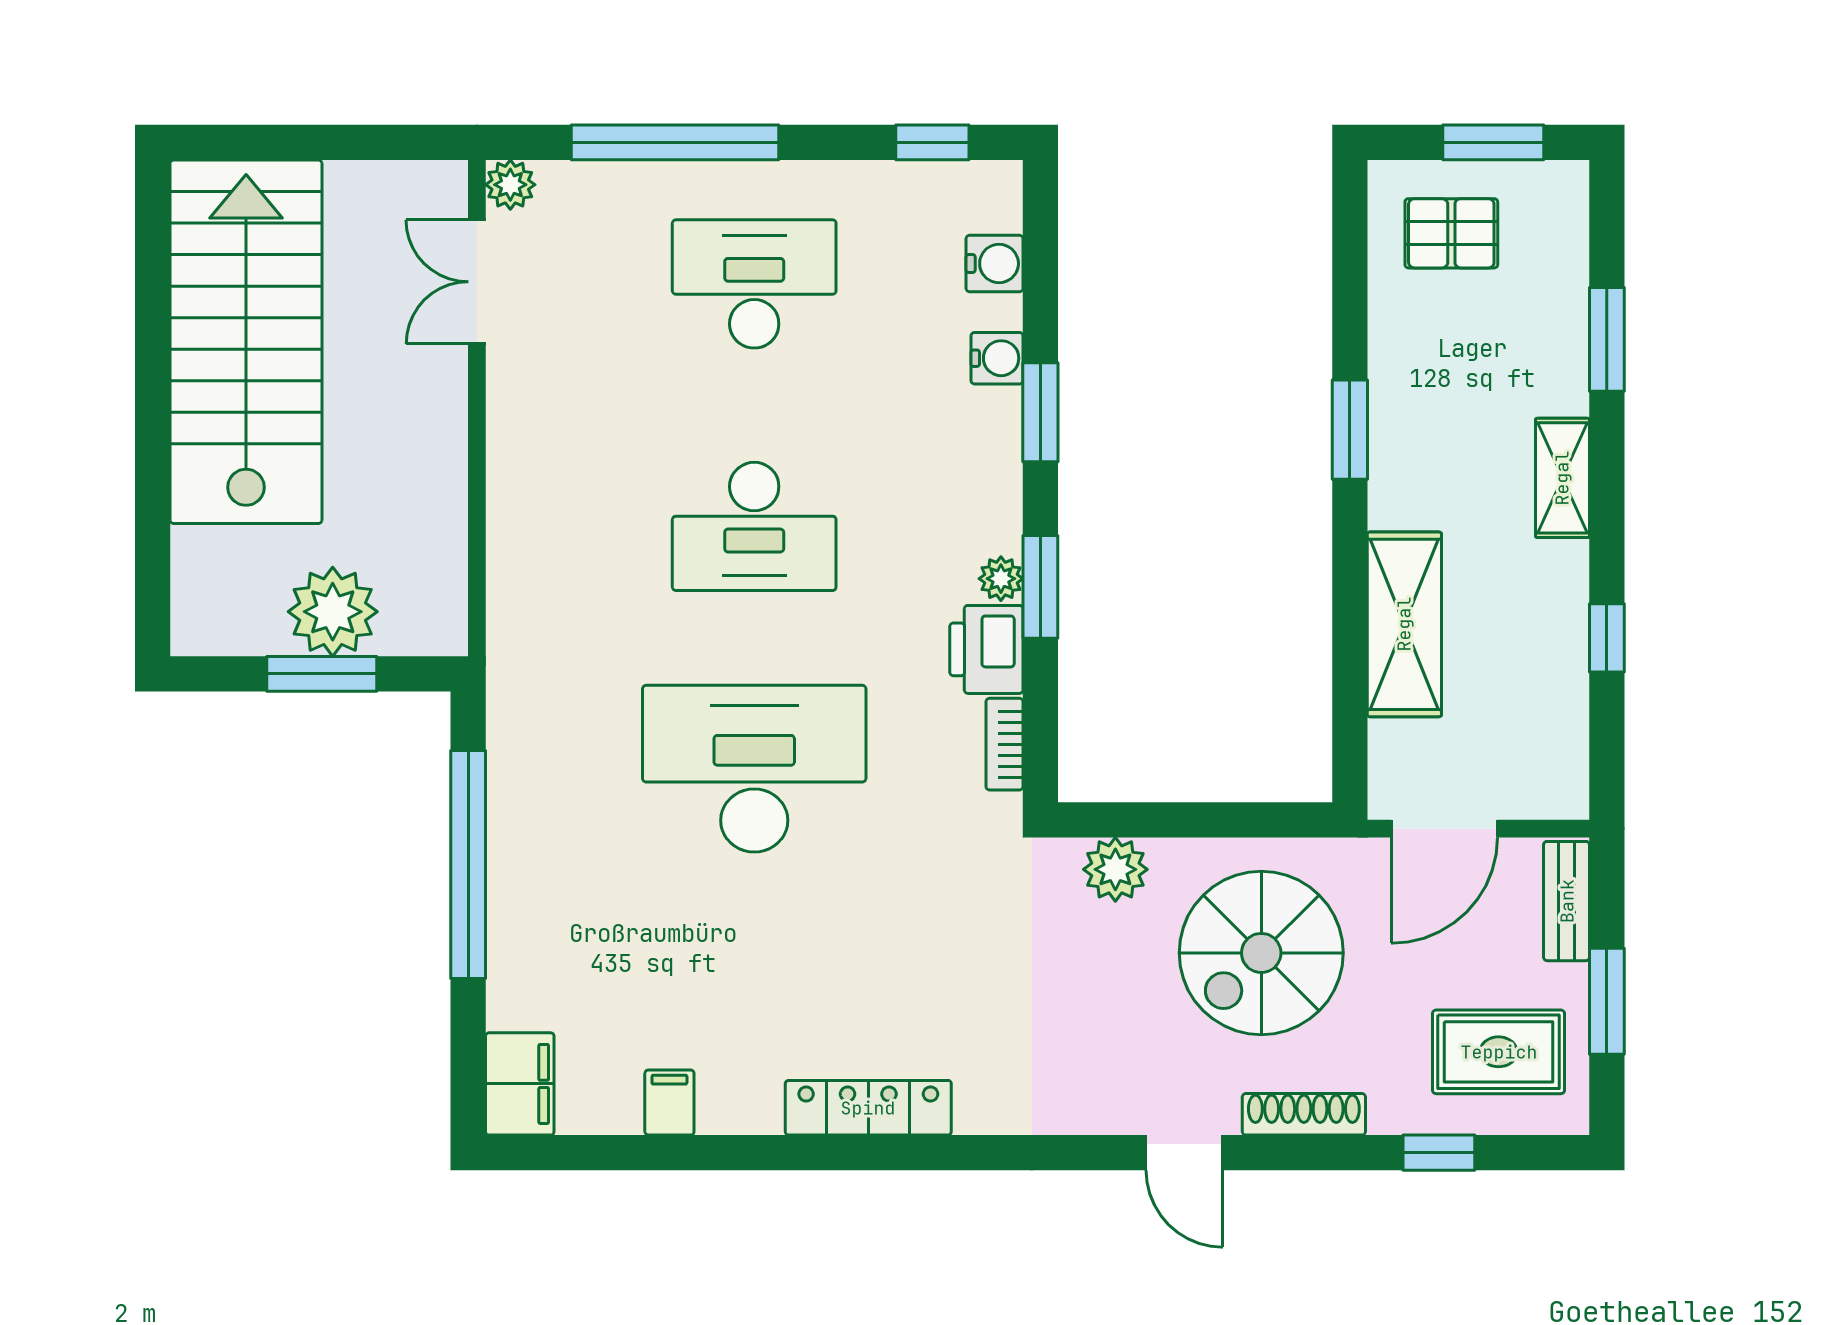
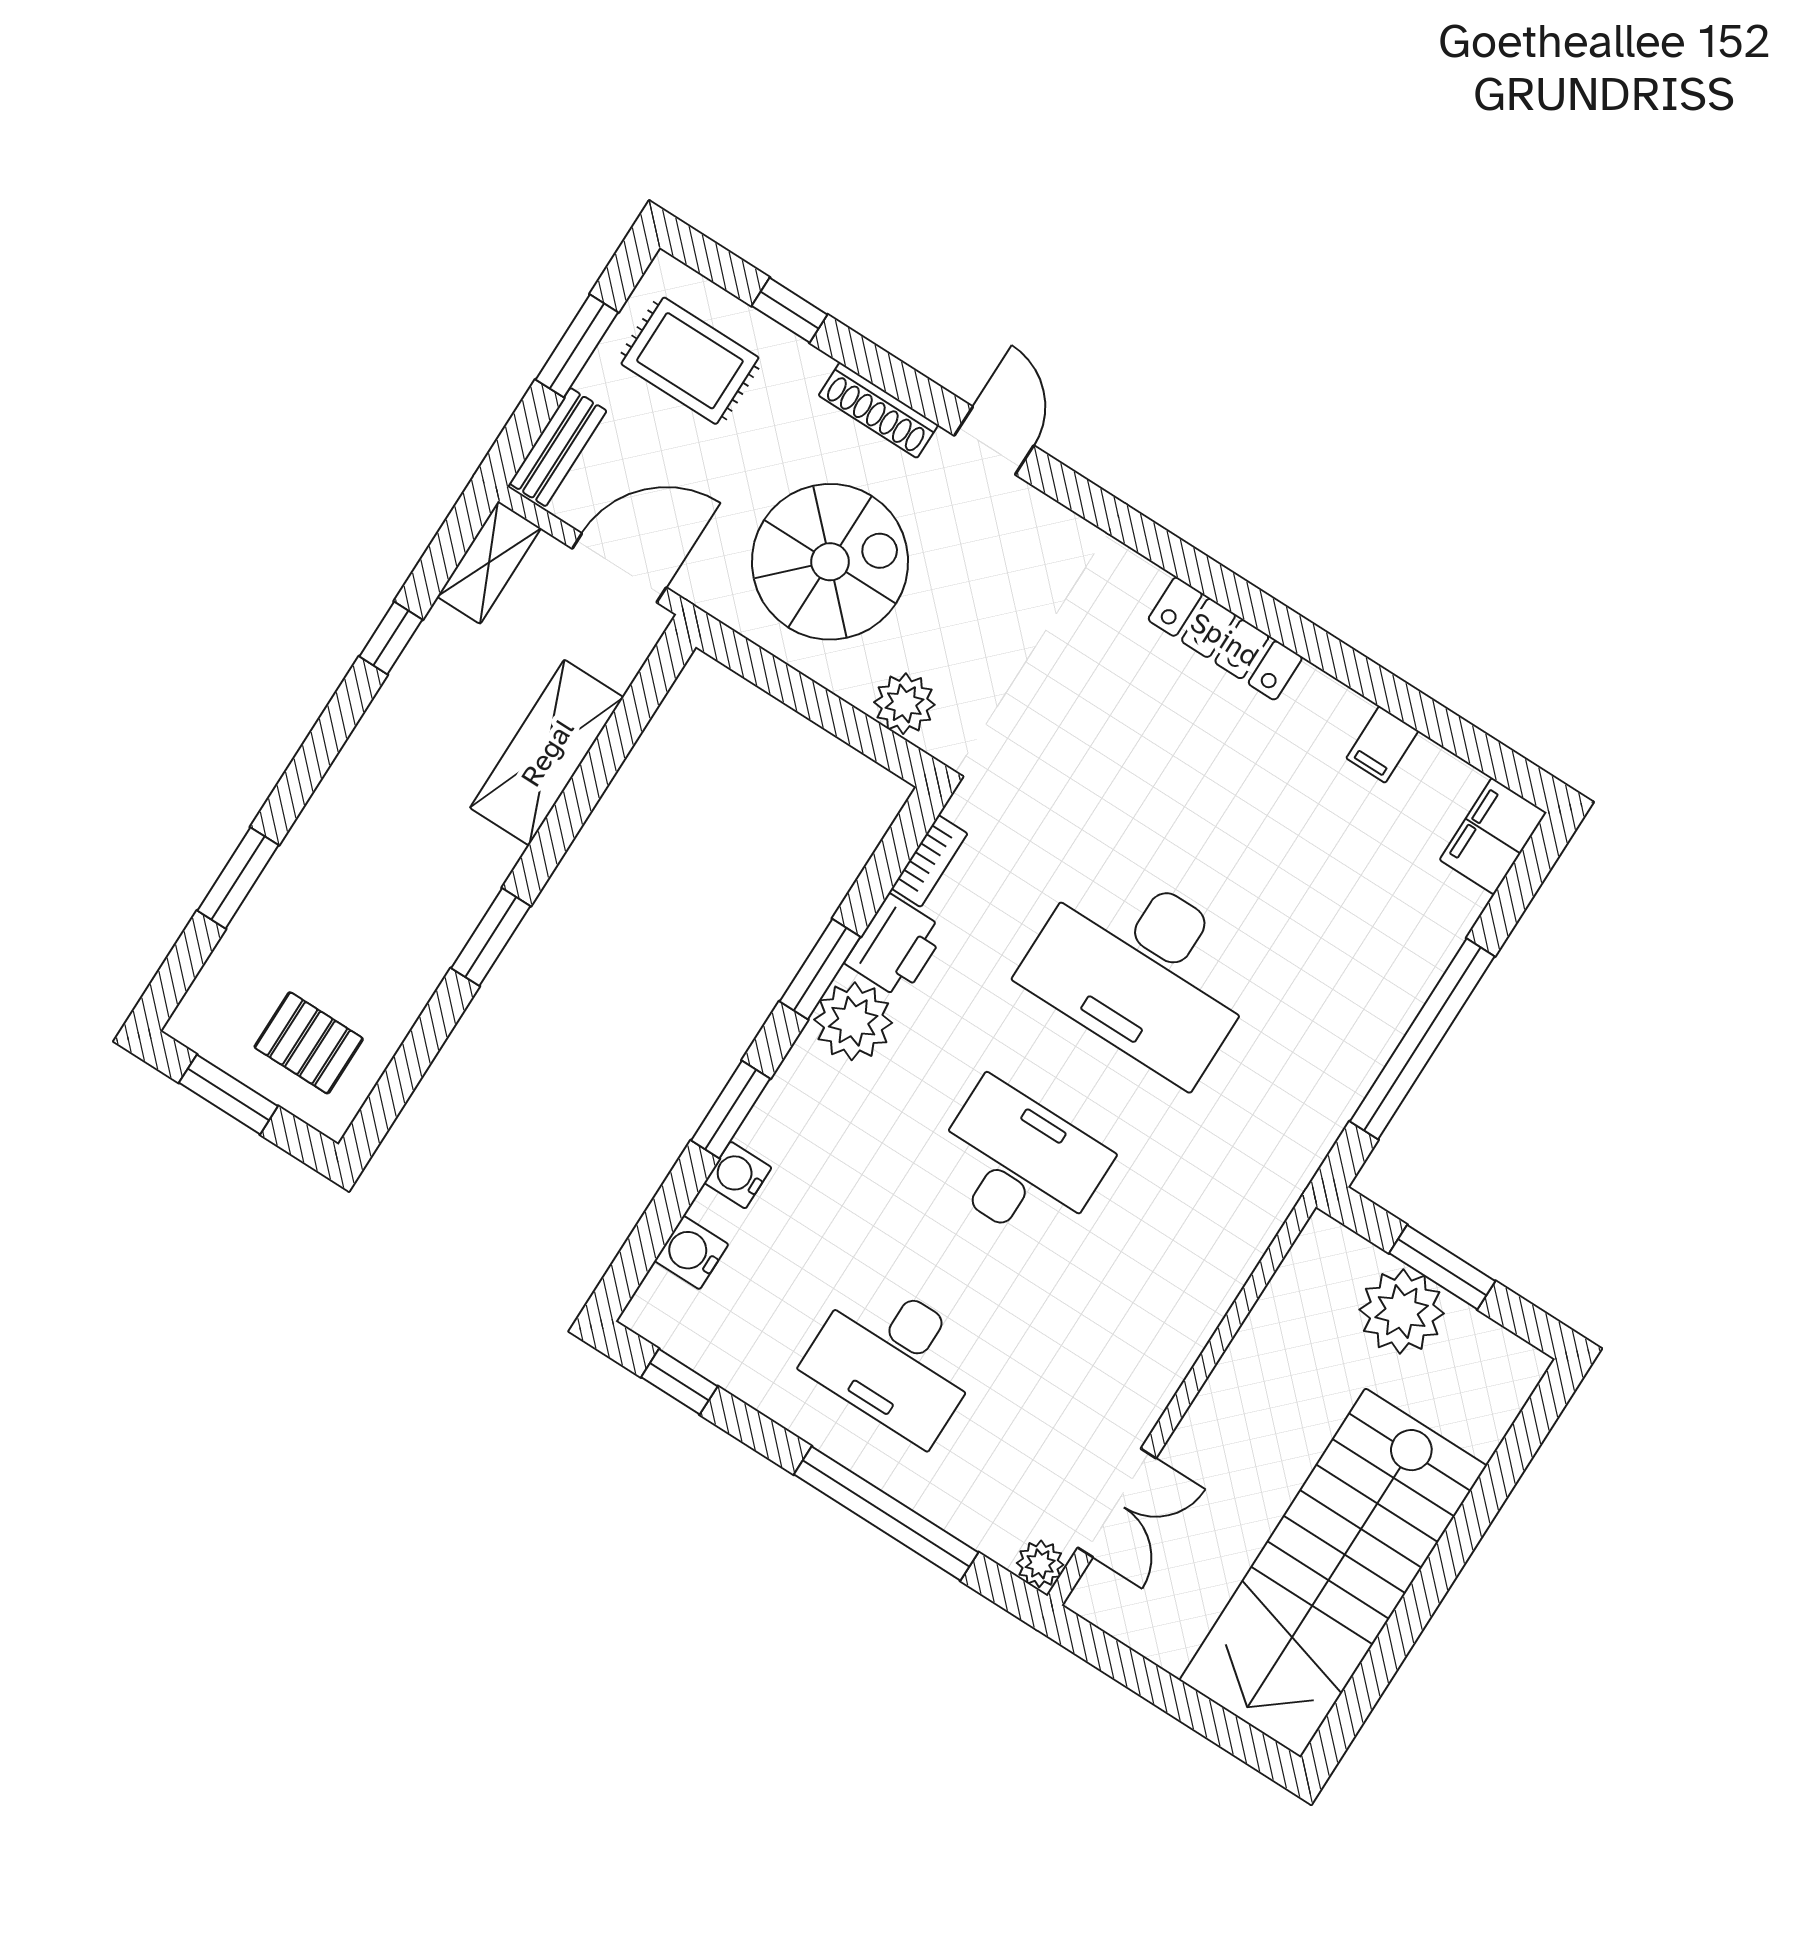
shelving: (1562, 478) -> (489, 562), moved
plant: (1001, 579) -> (853, 1021), width x1.87, depth x1.87

